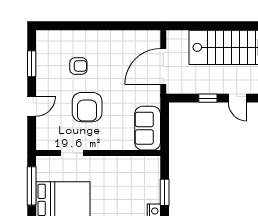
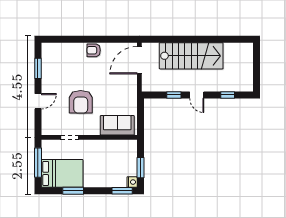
armchair: (78, 66) -> (94, 50), moved, turned 180
door: (163, 66) -> (139, 60), moved
sofa: (148, 128) -> (117, 125), moved, turned 90

